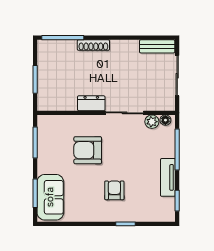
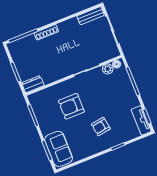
dresser: (91, 103) -> (33, 84), moved
tv unit: (168, 177) -> (141, 120), moved
armchair: (114, 190) -> (101, 127), turned -99

